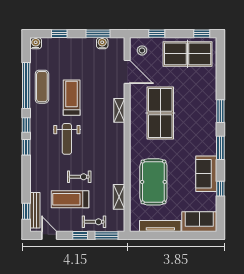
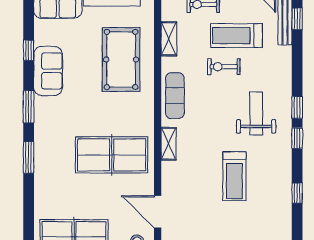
window: (26, 85) -> (297, 193), width x0.32
exercise mat: (42, 87) -> (175, 96), moved
shelving: (119, 110) -> (169, 144), moved
table tennis table: (160, 113) -> (112, 155), turned 90
weight bench: (67, 139) -> (256, 114), moved
treadmill: (70, 199) -> (236, 36), turned 180

